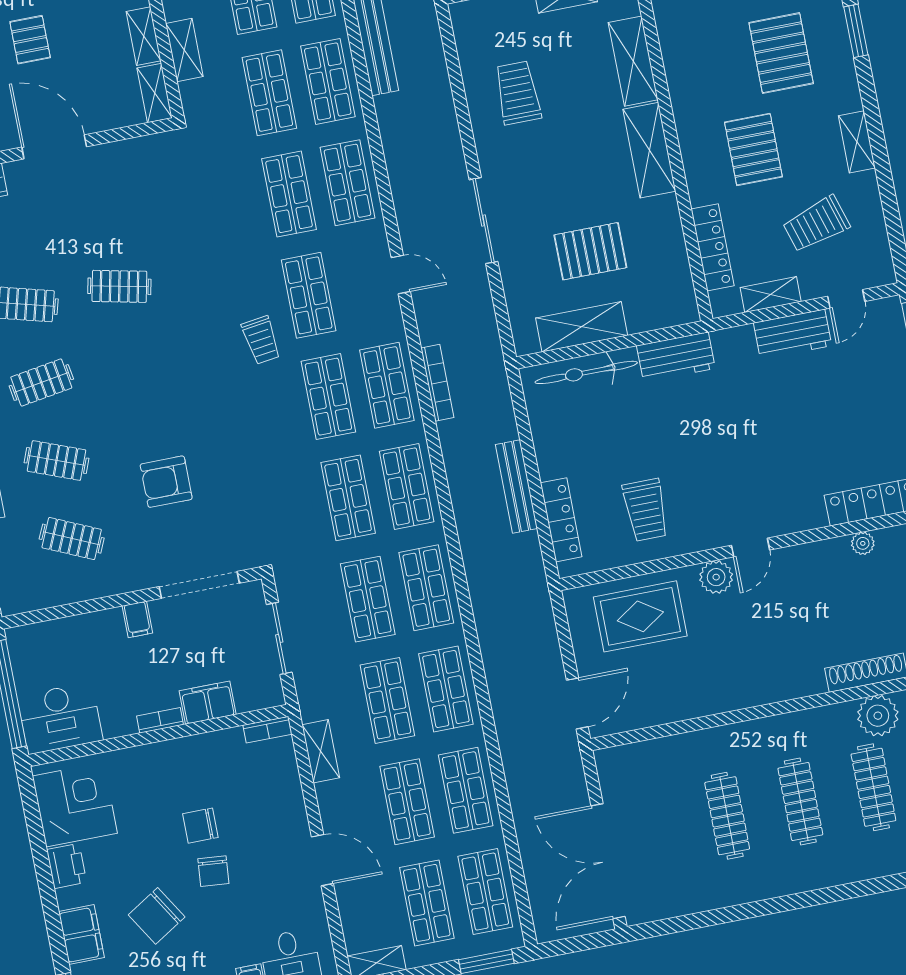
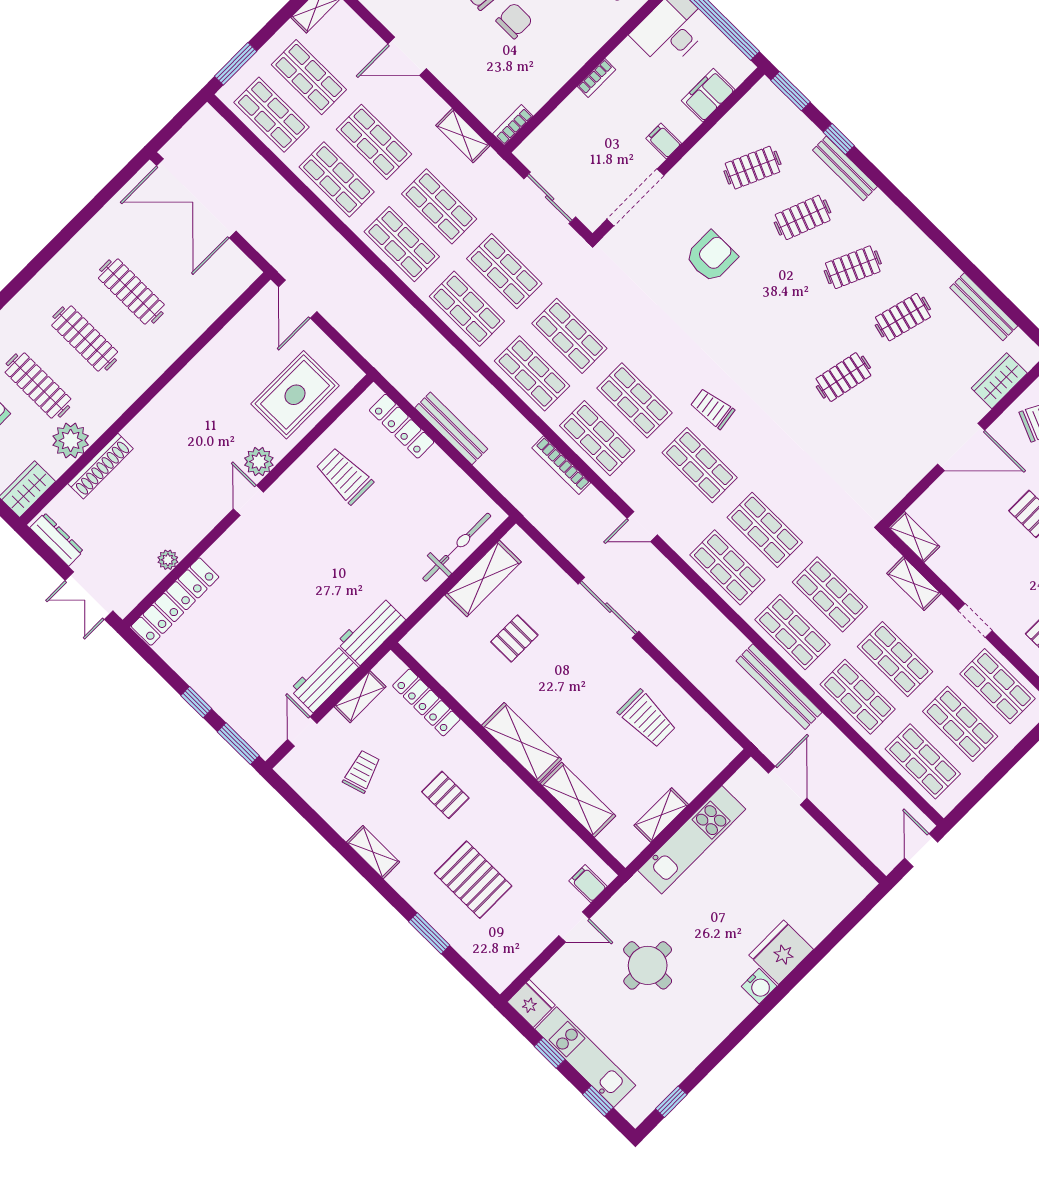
shelving: (144, 36) -> (951, 573), removed
pallet: (753, 149) -> (445, 795), width x0.67, depth x0.71
trolley: (816, 224) -> (362, 771), width x0.73, depth x0.72
pallet: (590, 251) -> (514, 638), width x0.67, depth x0.71
workbench: (676, 357) -> (371, 631), moved
clothes rail: (41, 382) -> (853, 267), turned 33
filing cabinet: (208, 703) -> (708, 95), moved, turned 180
double door: (608, 861) -> (196, 198), swing flipped

